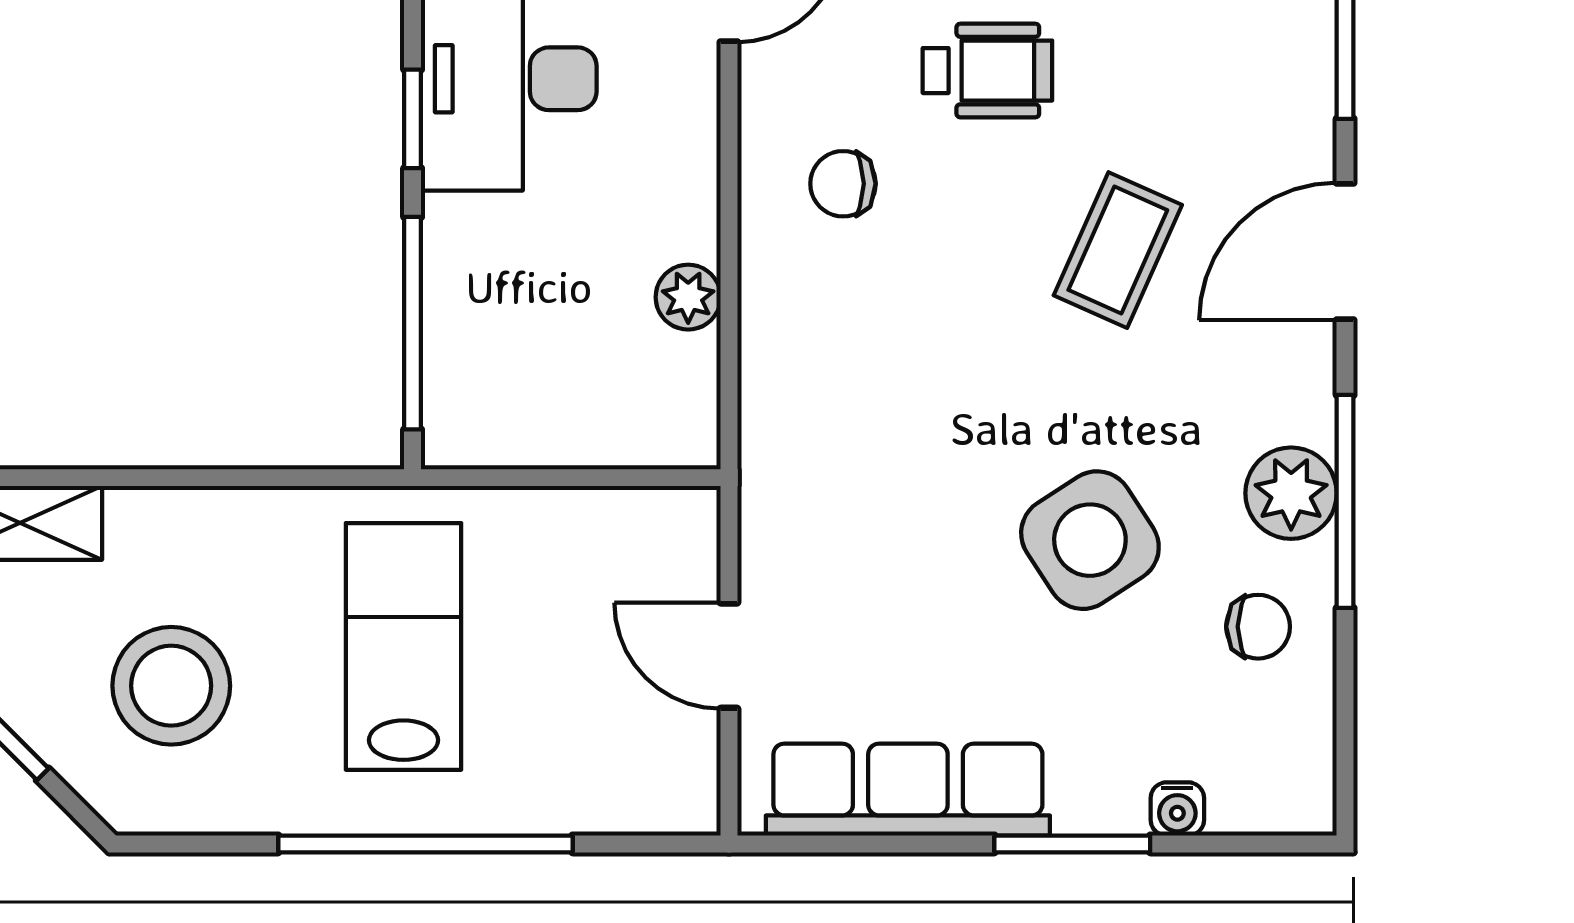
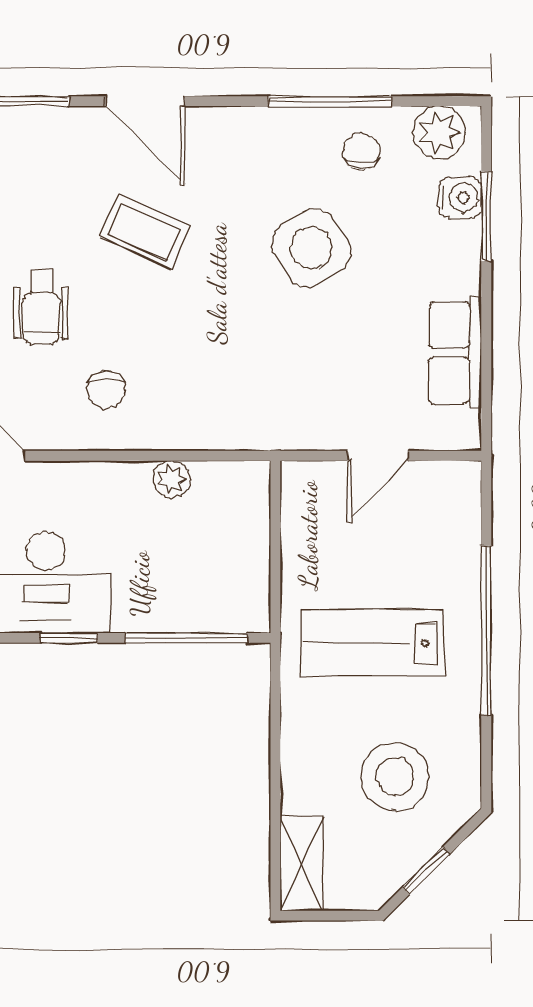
wheelchair: (987, 71) -> (41, 307), turned 180
plant: (1291, 493) -> (439, 132), moved
window: (1345, 501) -> (330, 101), moved
row of seats: (908, 790) -> (455, 353), width x0.68
water cooler: (1177, 809) -> (460, 198), width x1.38, depth x1.38
window: (1072, 844) -> (486, 216), moved

